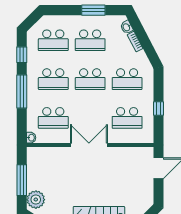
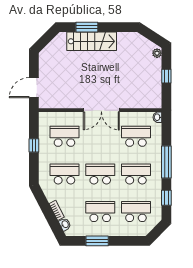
window: (22, 180) -> (166, 76), width x0.46
plant: (36, 200) -> (157, 53), width x0.53, depth x0.53

